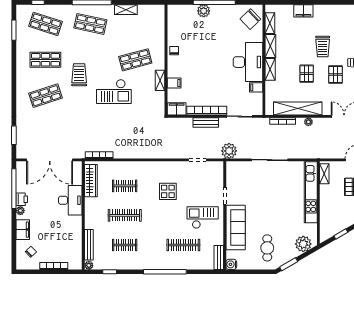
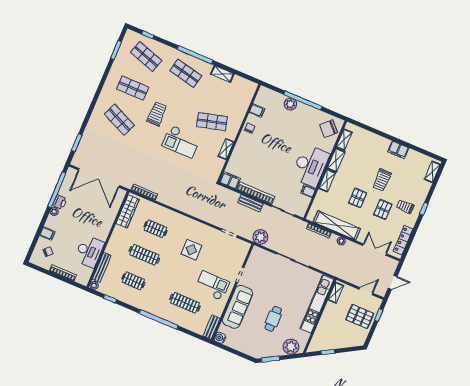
filing cabinet: (303, 11) -> (398, 150), moved
filing cabinet: (174, 83) -> (257, 111), moved
shop shelf: (45, 96) -> (119, 120), turned 42
desk: (70, 200) -> (89, 251), moved
filing cabinet: (23, 230) -> (47, 234), width x0.50
cafe table: (267, 248) -> (273, 319), moved

